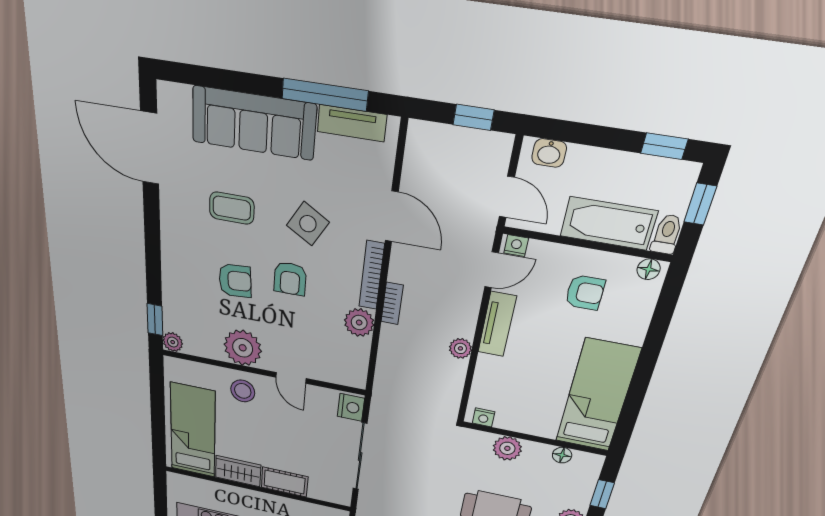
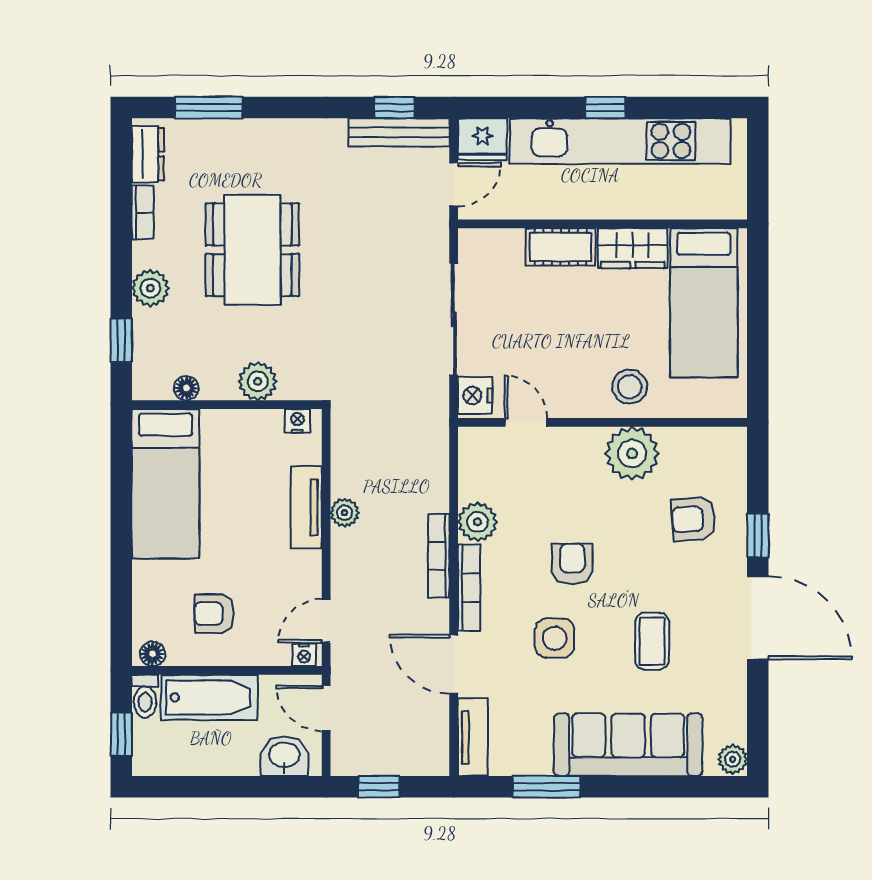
window: (325, 95) -> (546, 787), width x0.69
tv unit: (352, 123) -> (473, 737), moved, turned 90
window: (664, 146) -> (175, 787), removed
door: (150, 148) -> (758, 618), moved
washbasin: (549, 153) -> (284, 756), width x1.38, depth x1.45
coffee table: (232, 208) -> (652, 641), turned 90
side table: (308, 224) -> (555, 638), turned -31
armchair: (235, 281) -> (693, 519), moved
bookcase: (392, 303) -> (439, 556), width x1.56
window: (155, 320) -> (758, 536), moved
tv unit: (497, 324) -> (306, 507), moved
plant: (173, 342) -> (733, 759), moved
door: (291, 378) -> (526, 422), moved

